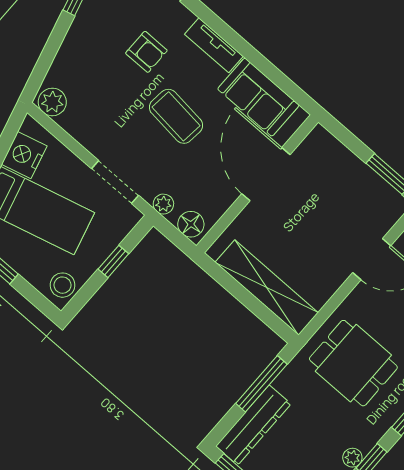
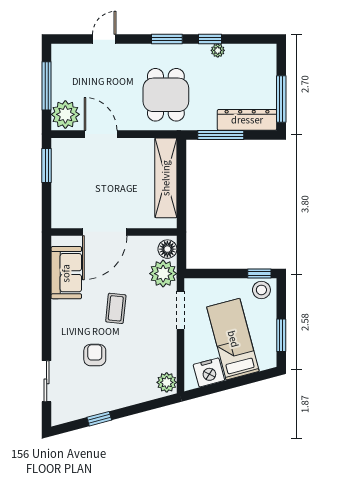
tv unit: (214, 45) -> (59, 321), removed
coffee table: (176, 116) -> (116, 308), width x0.73, depth x0.77
plant: (163, 204) -> (163, 274), width x1.87, depth x1.87
window: (113, 261) -> (259, 274), moved

